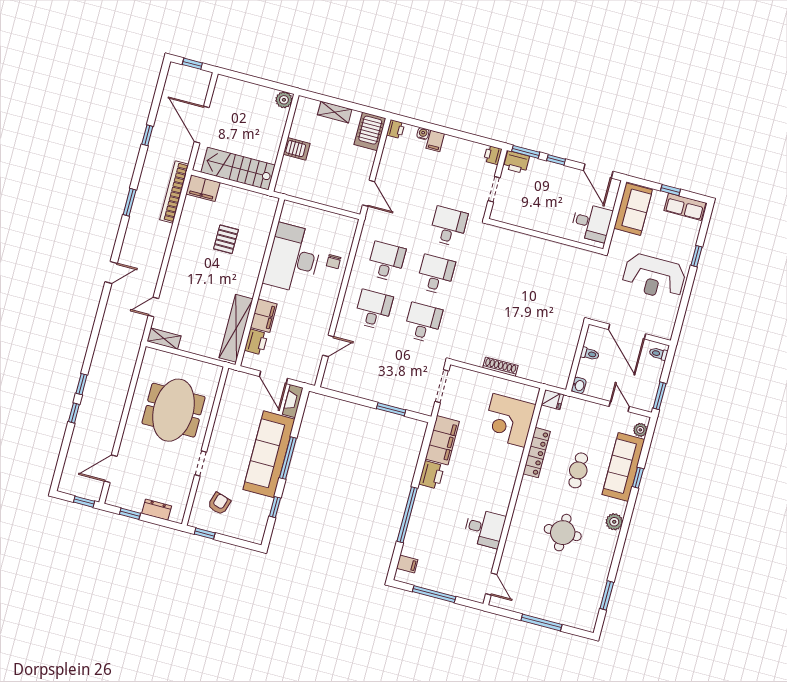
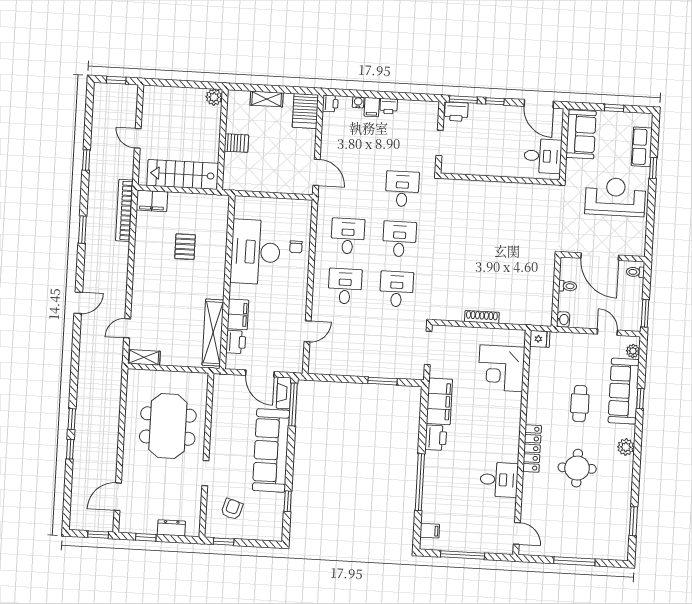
door: (202, 125) -> (138, 138), width x0.53
printer: (493, 155) -> (389, 106), moved, turned -90
row of seats: (685, 207) -> (642, 147), moved, turned 90
reception desk: (654, 277) -> (615, 197), turned 180
locker: (537, 453) -> (532, 448), moved
window: (288, 458) -> (293, 405), moved

